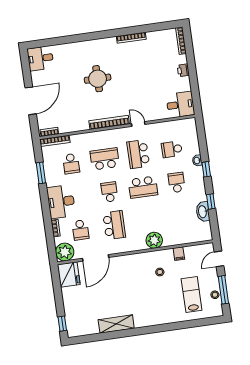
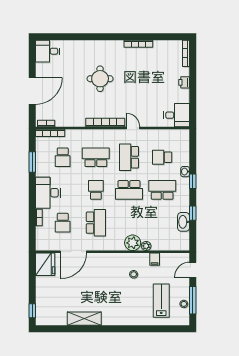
school desk: (177, 182) -> (162, 190), width x1.85
plant: (65, 252) -> (146, 246), moved, width x0.53, depth x0.53

